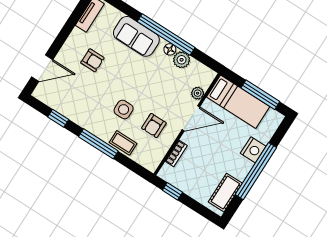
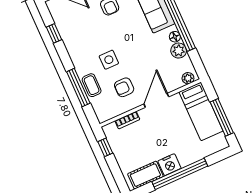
plant: (198, 93) -> (188, 78), moved
door: (191, 118) -> (156, 100), swing flipped
window: (98, 144) -> (78, 87), moved
nightstand: (253, 150) -> (169, 165), moved

